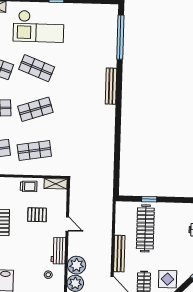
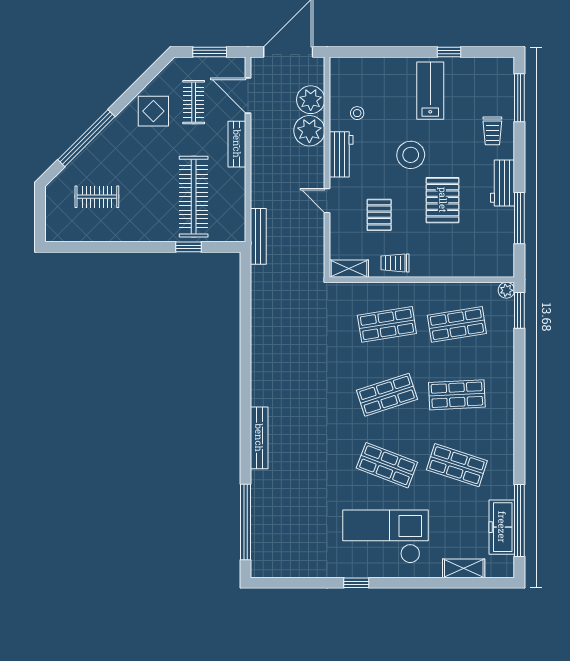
bench: (108, 204) -> (258, 236), added
pallet: (37, 215) -> (379, 215), turned 90
stool: (18, 249) -> (411, 155), added
bench: (119, 254) -> (237, 144), width x0.73

